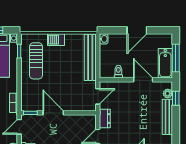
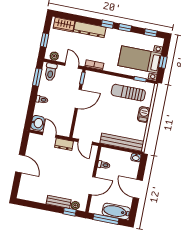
bathtub: (165, 63) -> (116, 211), moved
bench: (167, 117) -> (59, 202), width x0.73

